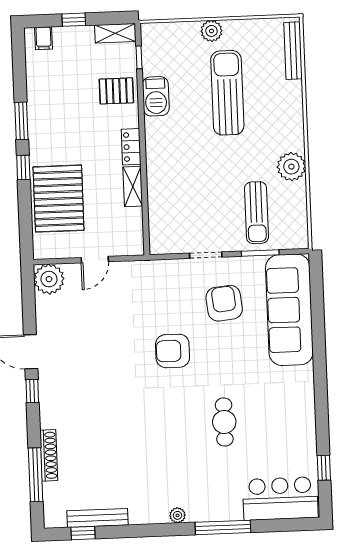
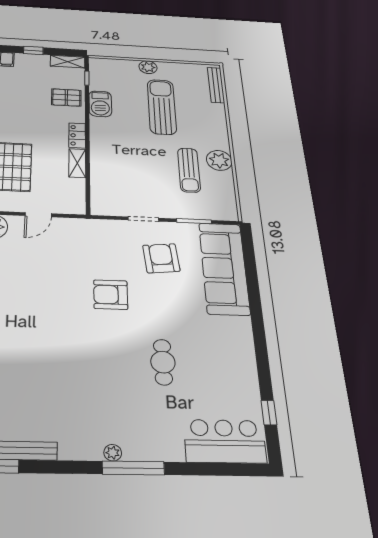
sun lounger: (256, 213) -> (189, 170), moved
window: (223, 527) -> (133, 468), moved

